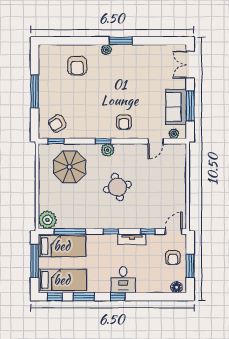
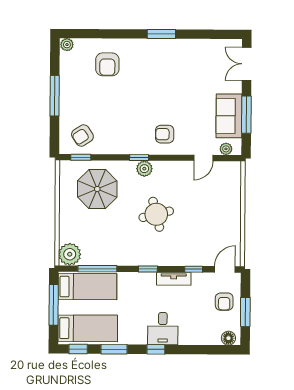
plant: (106, 50) -> (67, 45), moved
armchair: (124, 122) -> (165, 134), turned 90

